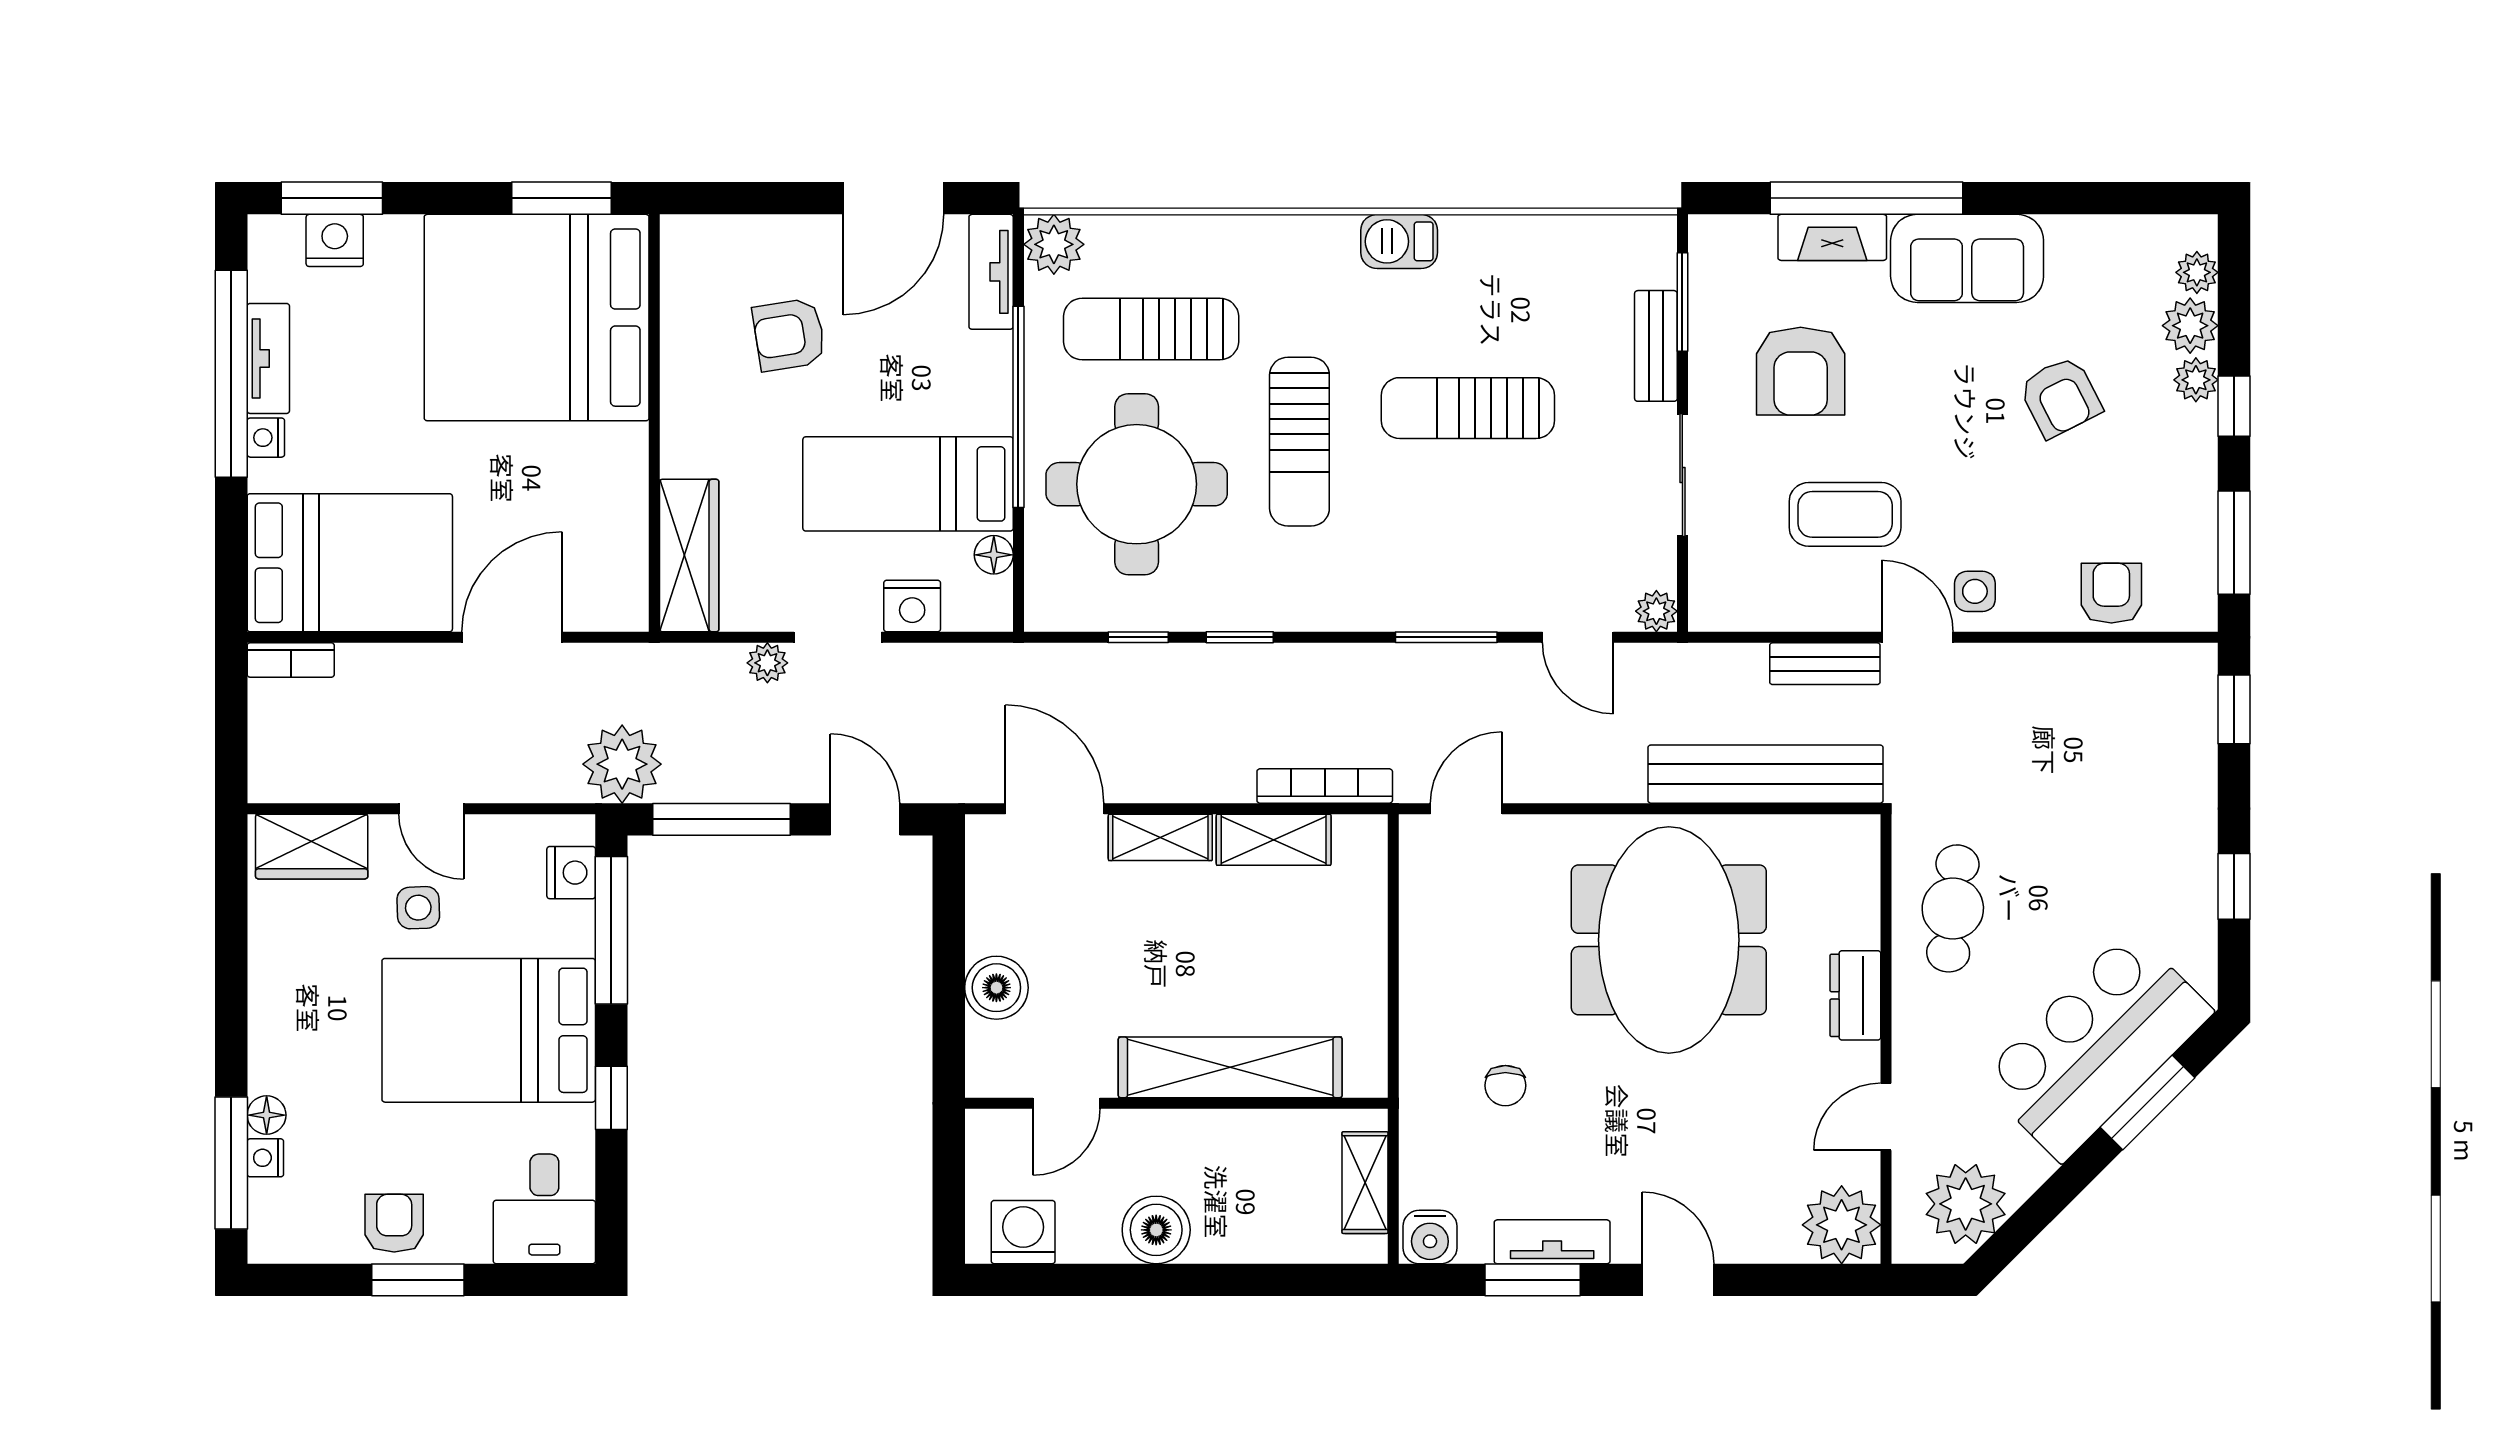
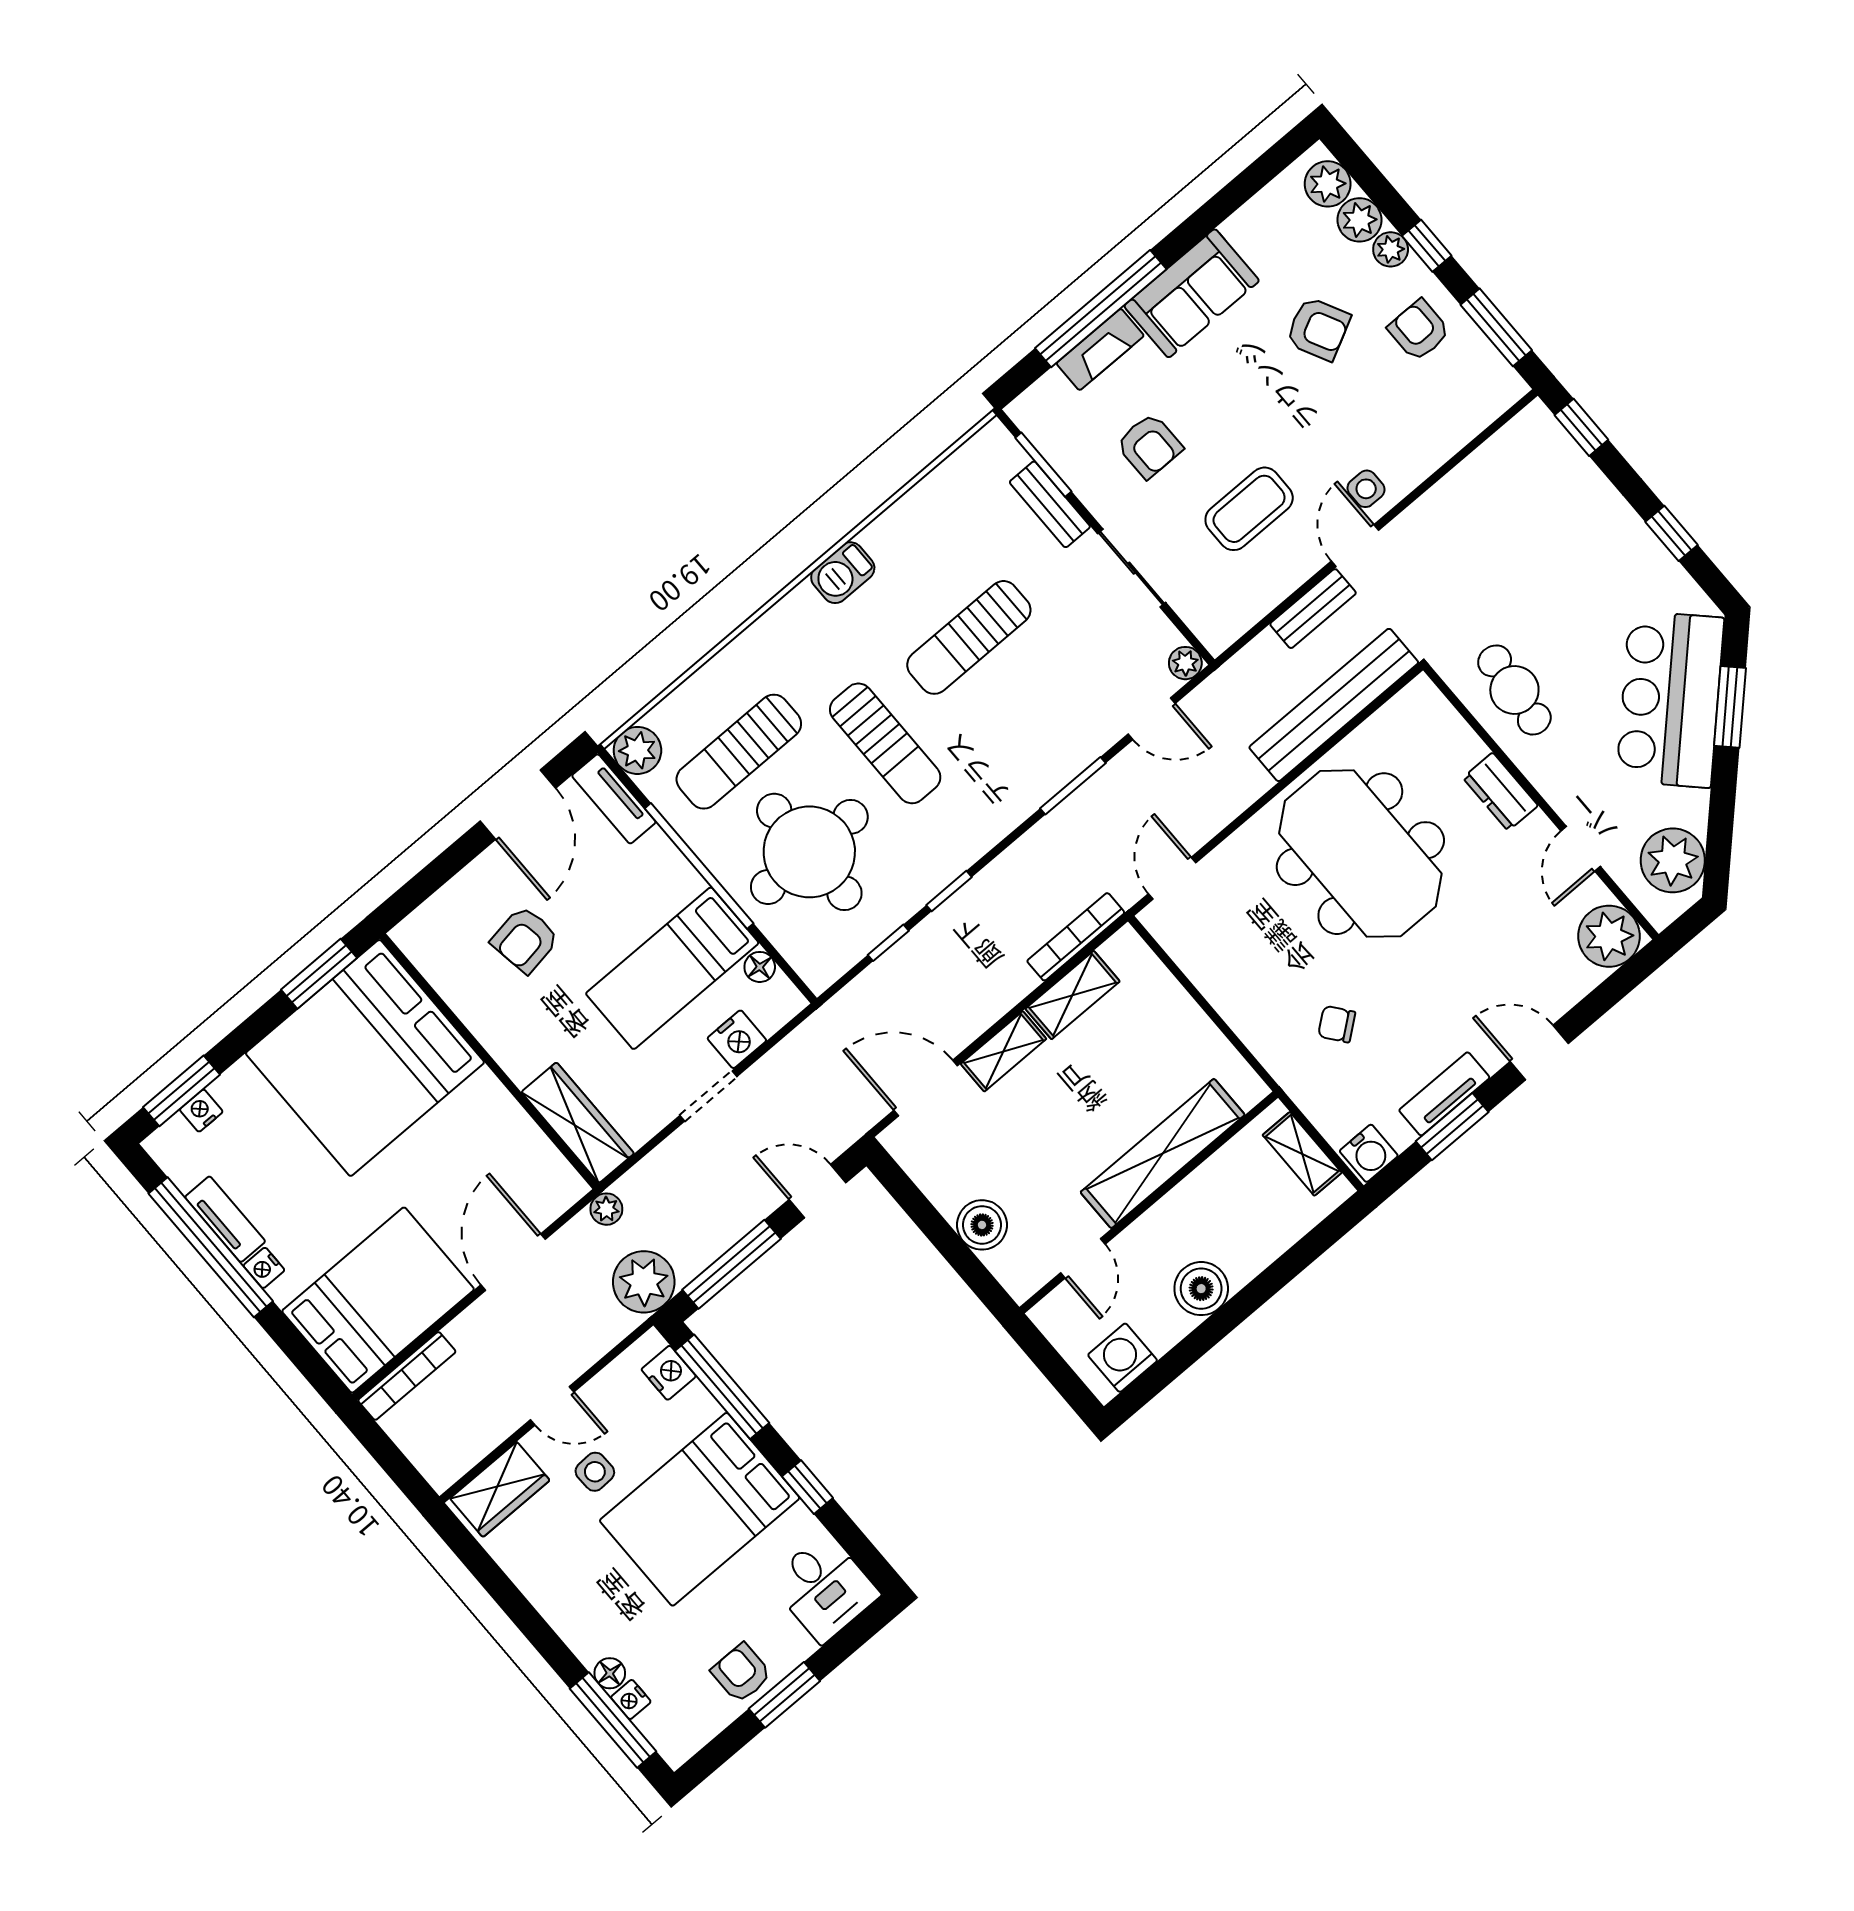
nightstand: (335, 240) -> (201, 1111), width x0.72, depth x0.74
plant: (2197, 272) -> (1328, 184), width x1.38, depth x1.38
armchair: (1801, 371) -> (1149, 446), width x0.72, depth x0.72
armchair: (2111, 593) -> (1419, 330), moved
door: (1917, 637) -> (1355, 546), hinge flipped
bookcase: (291, 660) -> (407, 1376), width x1.56
plant: (767, 663) -> (606, 1209), moved
chair: (1505, 1086) -> (1337, 1024), turned 142

